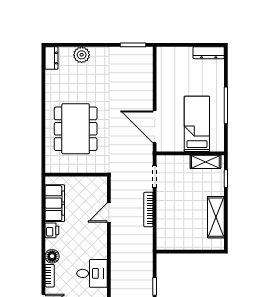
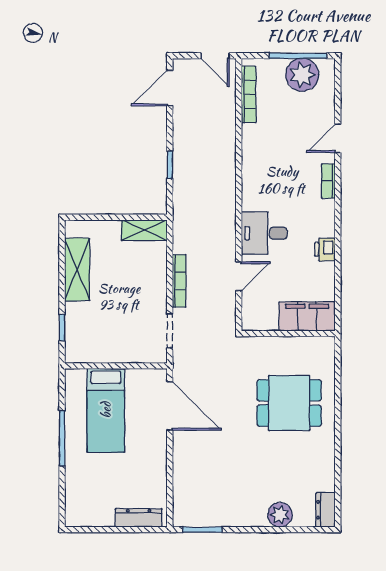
dresser: (209, 53) -> (139, 518), moved
dining table: (76, 129) -> (289, 403), width x0.73
shelving: (205, 162) -> (144, 230), moved
filing cabinet: (55, 203) -> (307, 316), moved, turned 90
floor lamp: (52, 256) -> (325, 210), removed
desk: (92, 273) -> (264, 233), moved

